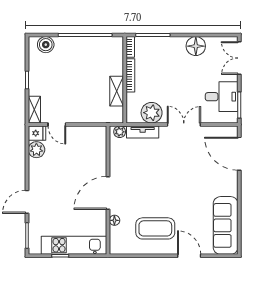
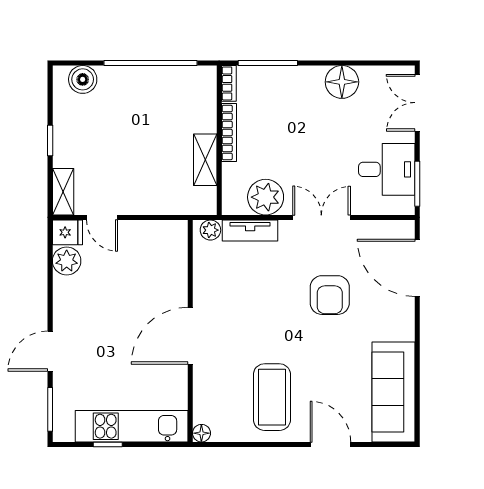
armchair: (189, 169) -> (330, 295), added
floor lamp: (114, 220) -> (201, 433), moved
coffee table: (155, 228) -> (272, 397), turned 90

